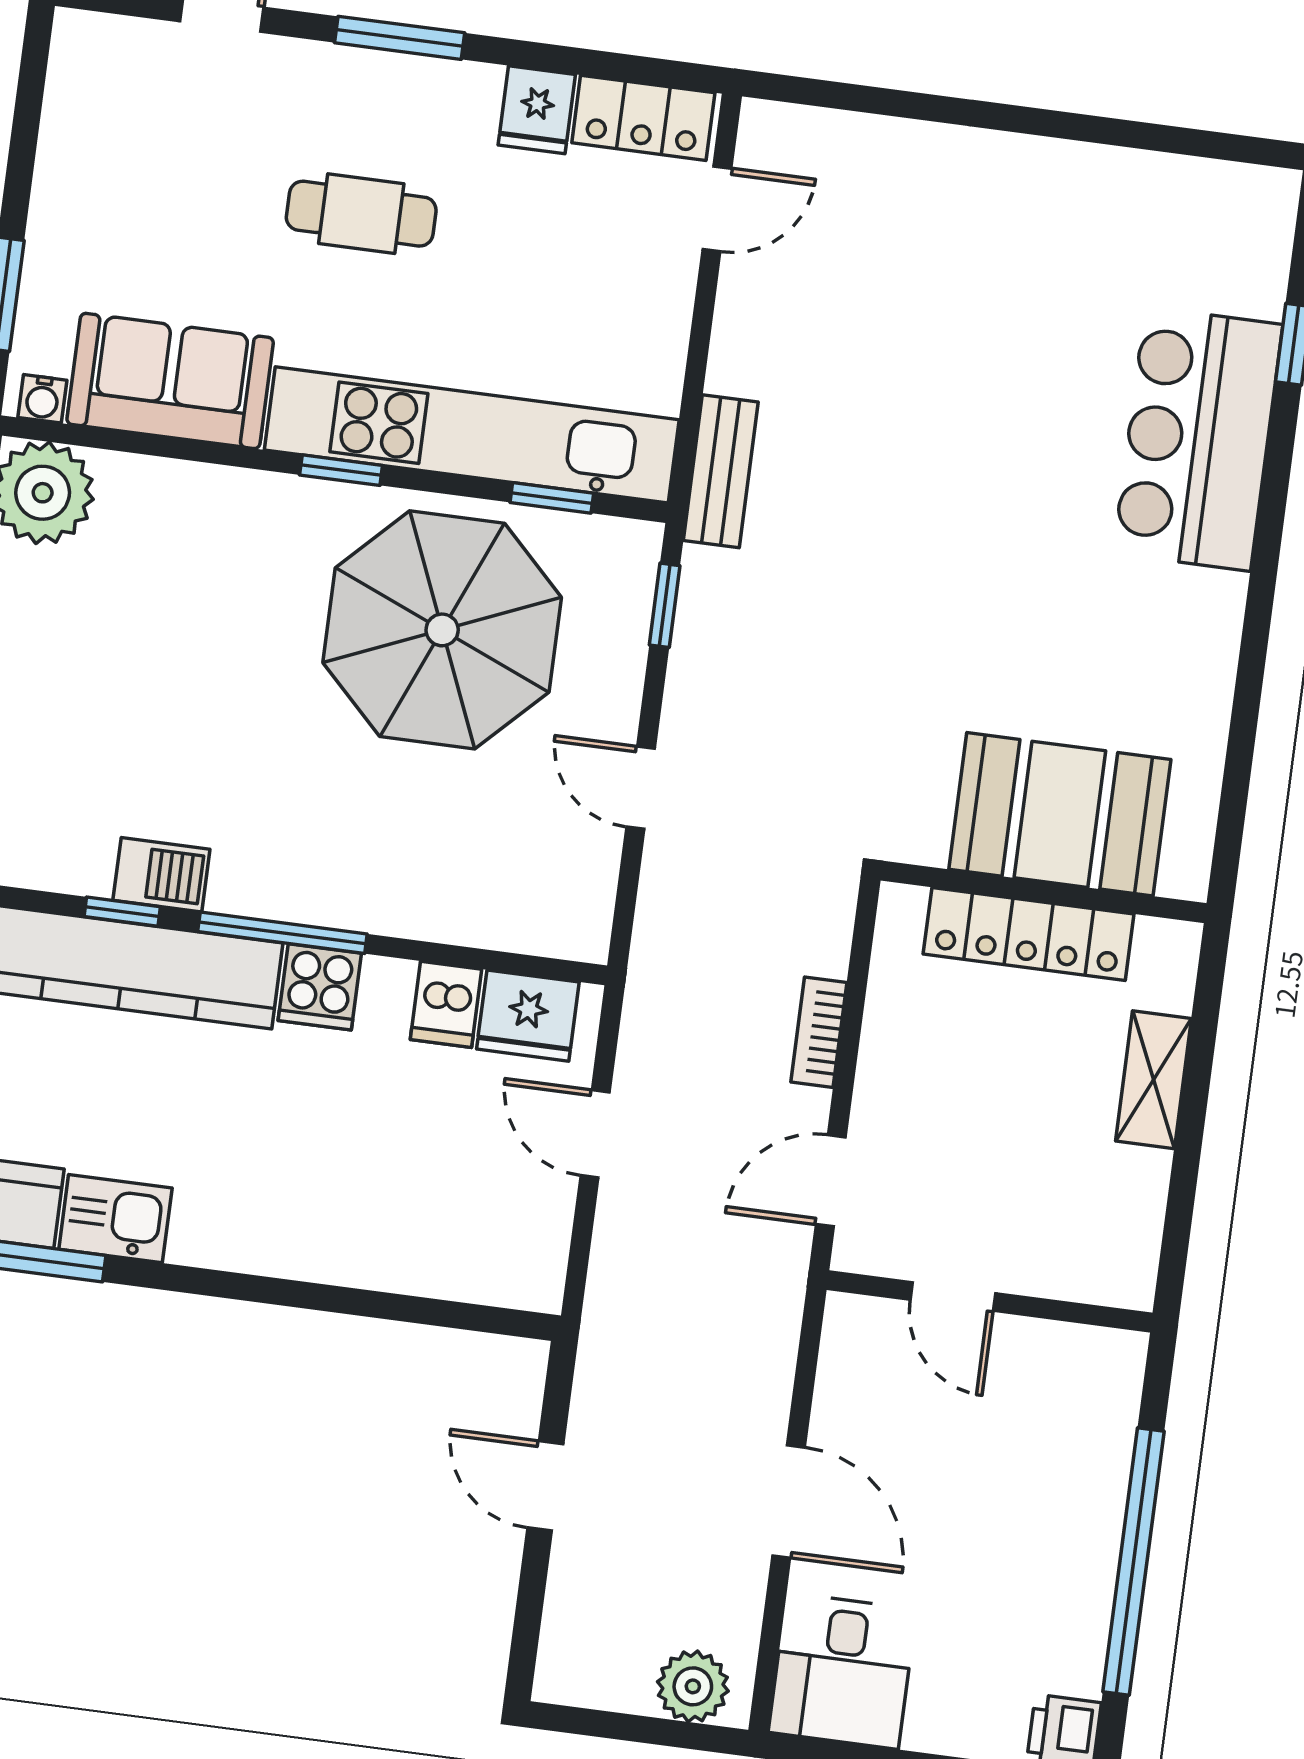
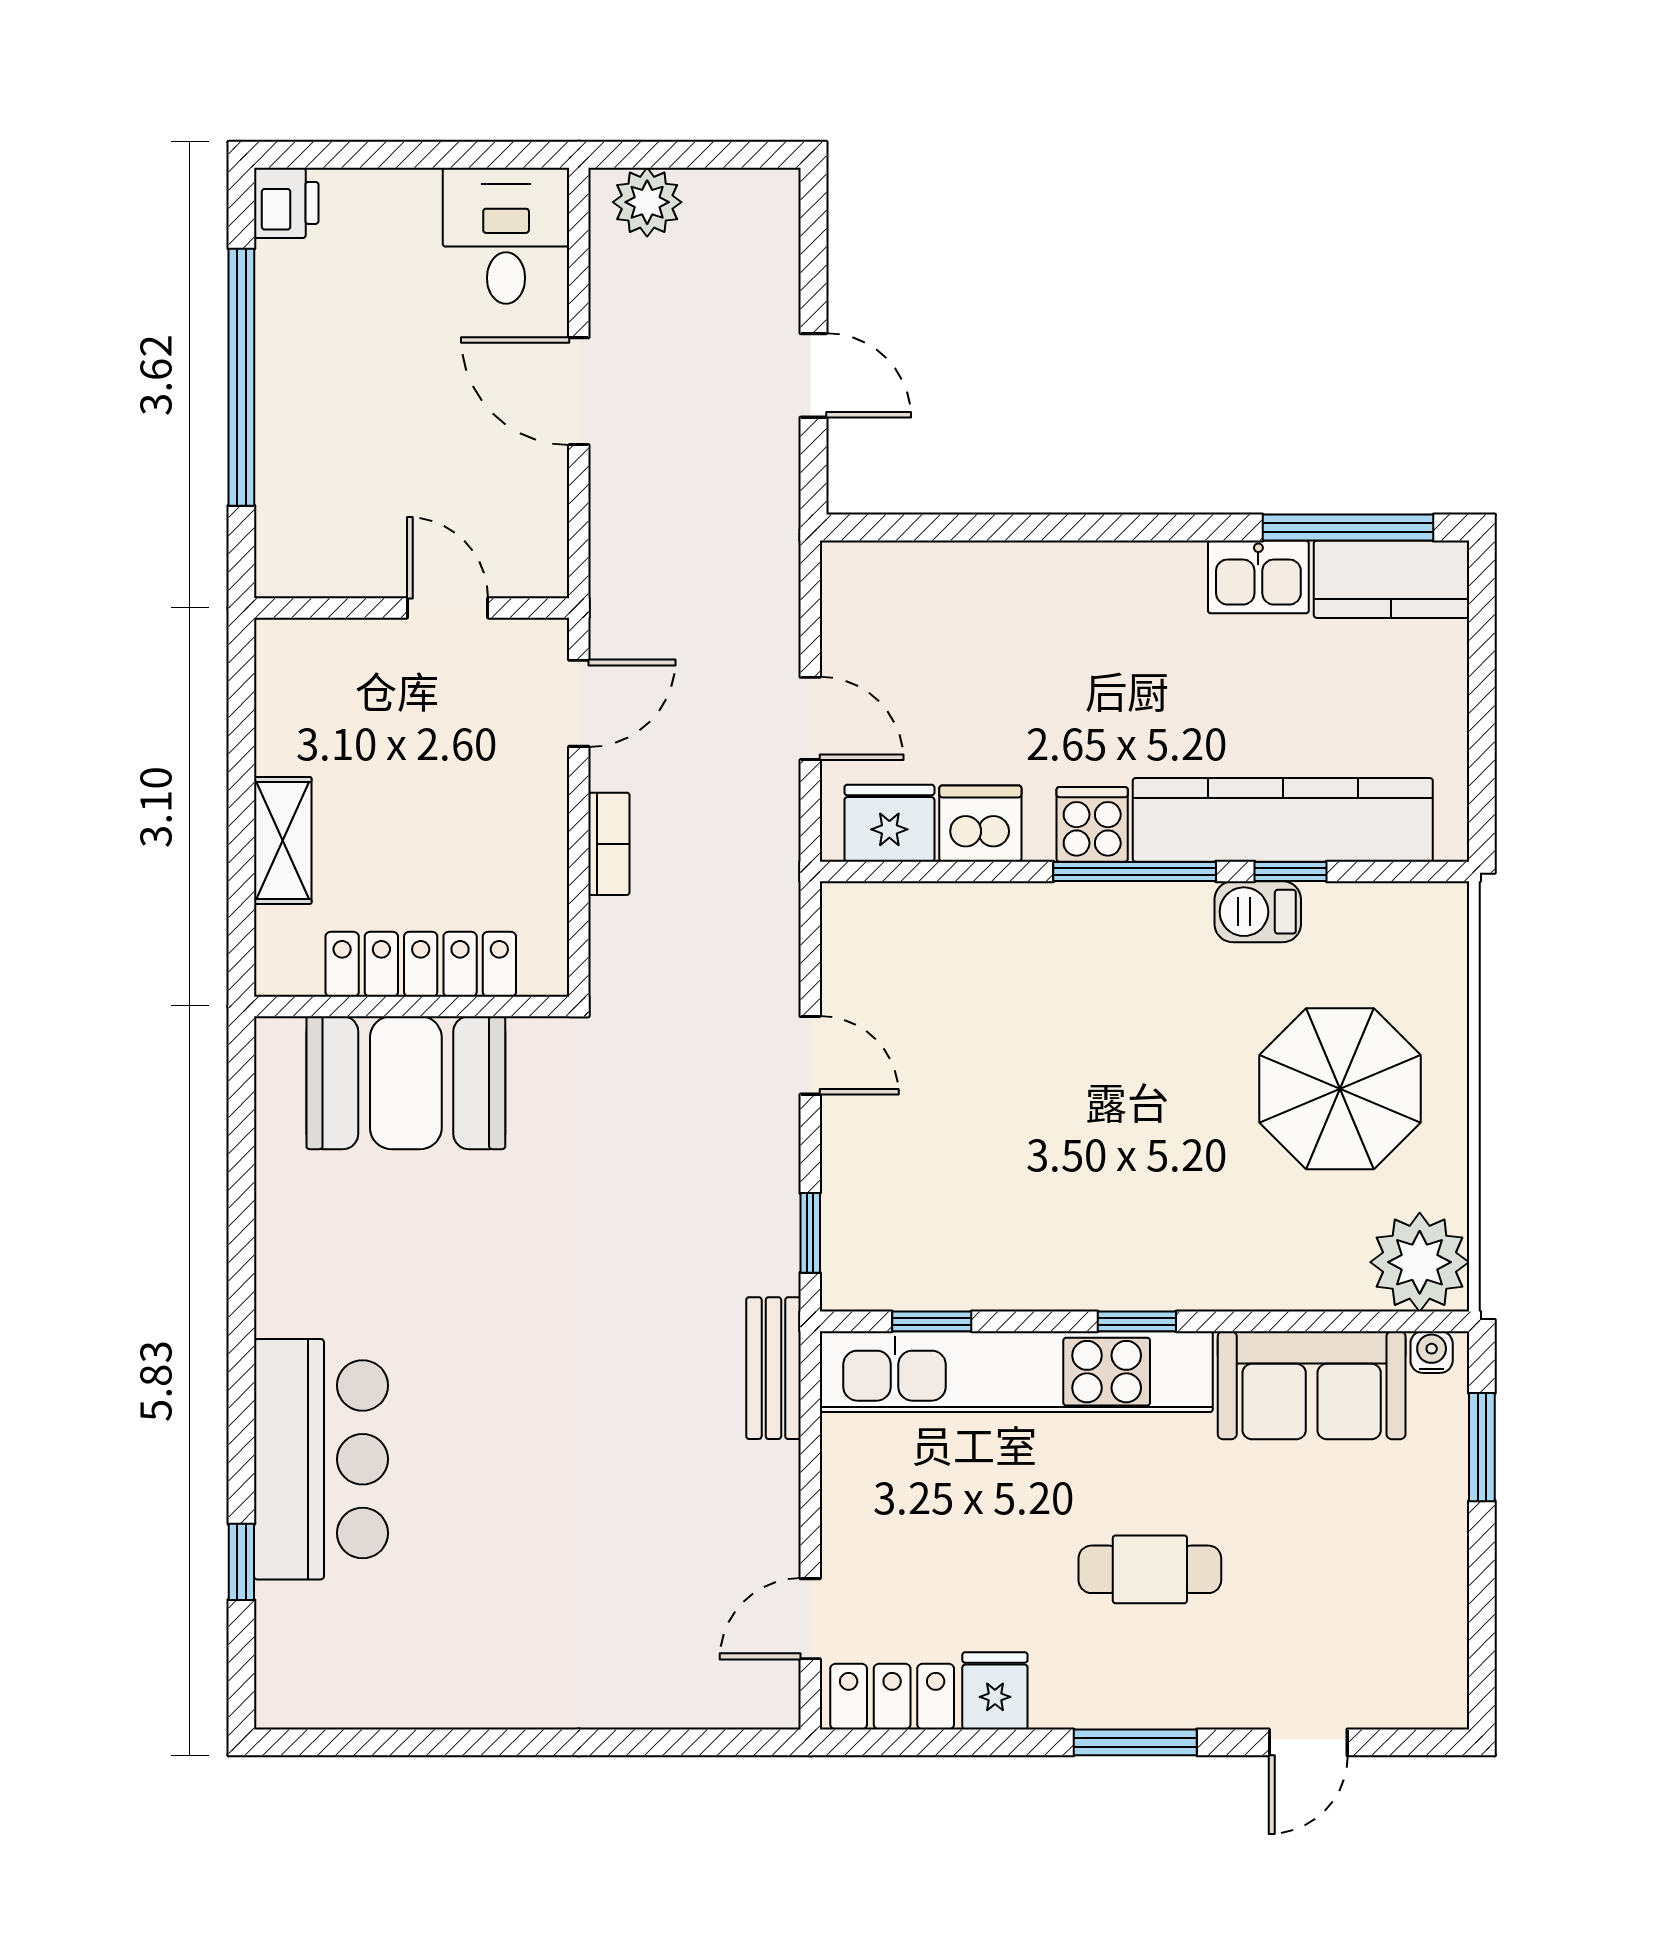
parasol: (442, 630) -> (1340, 1089), moved, width x0.73, depth x0.73
dishwasher: (446, 1004) -> (980, 824), width x1.38

